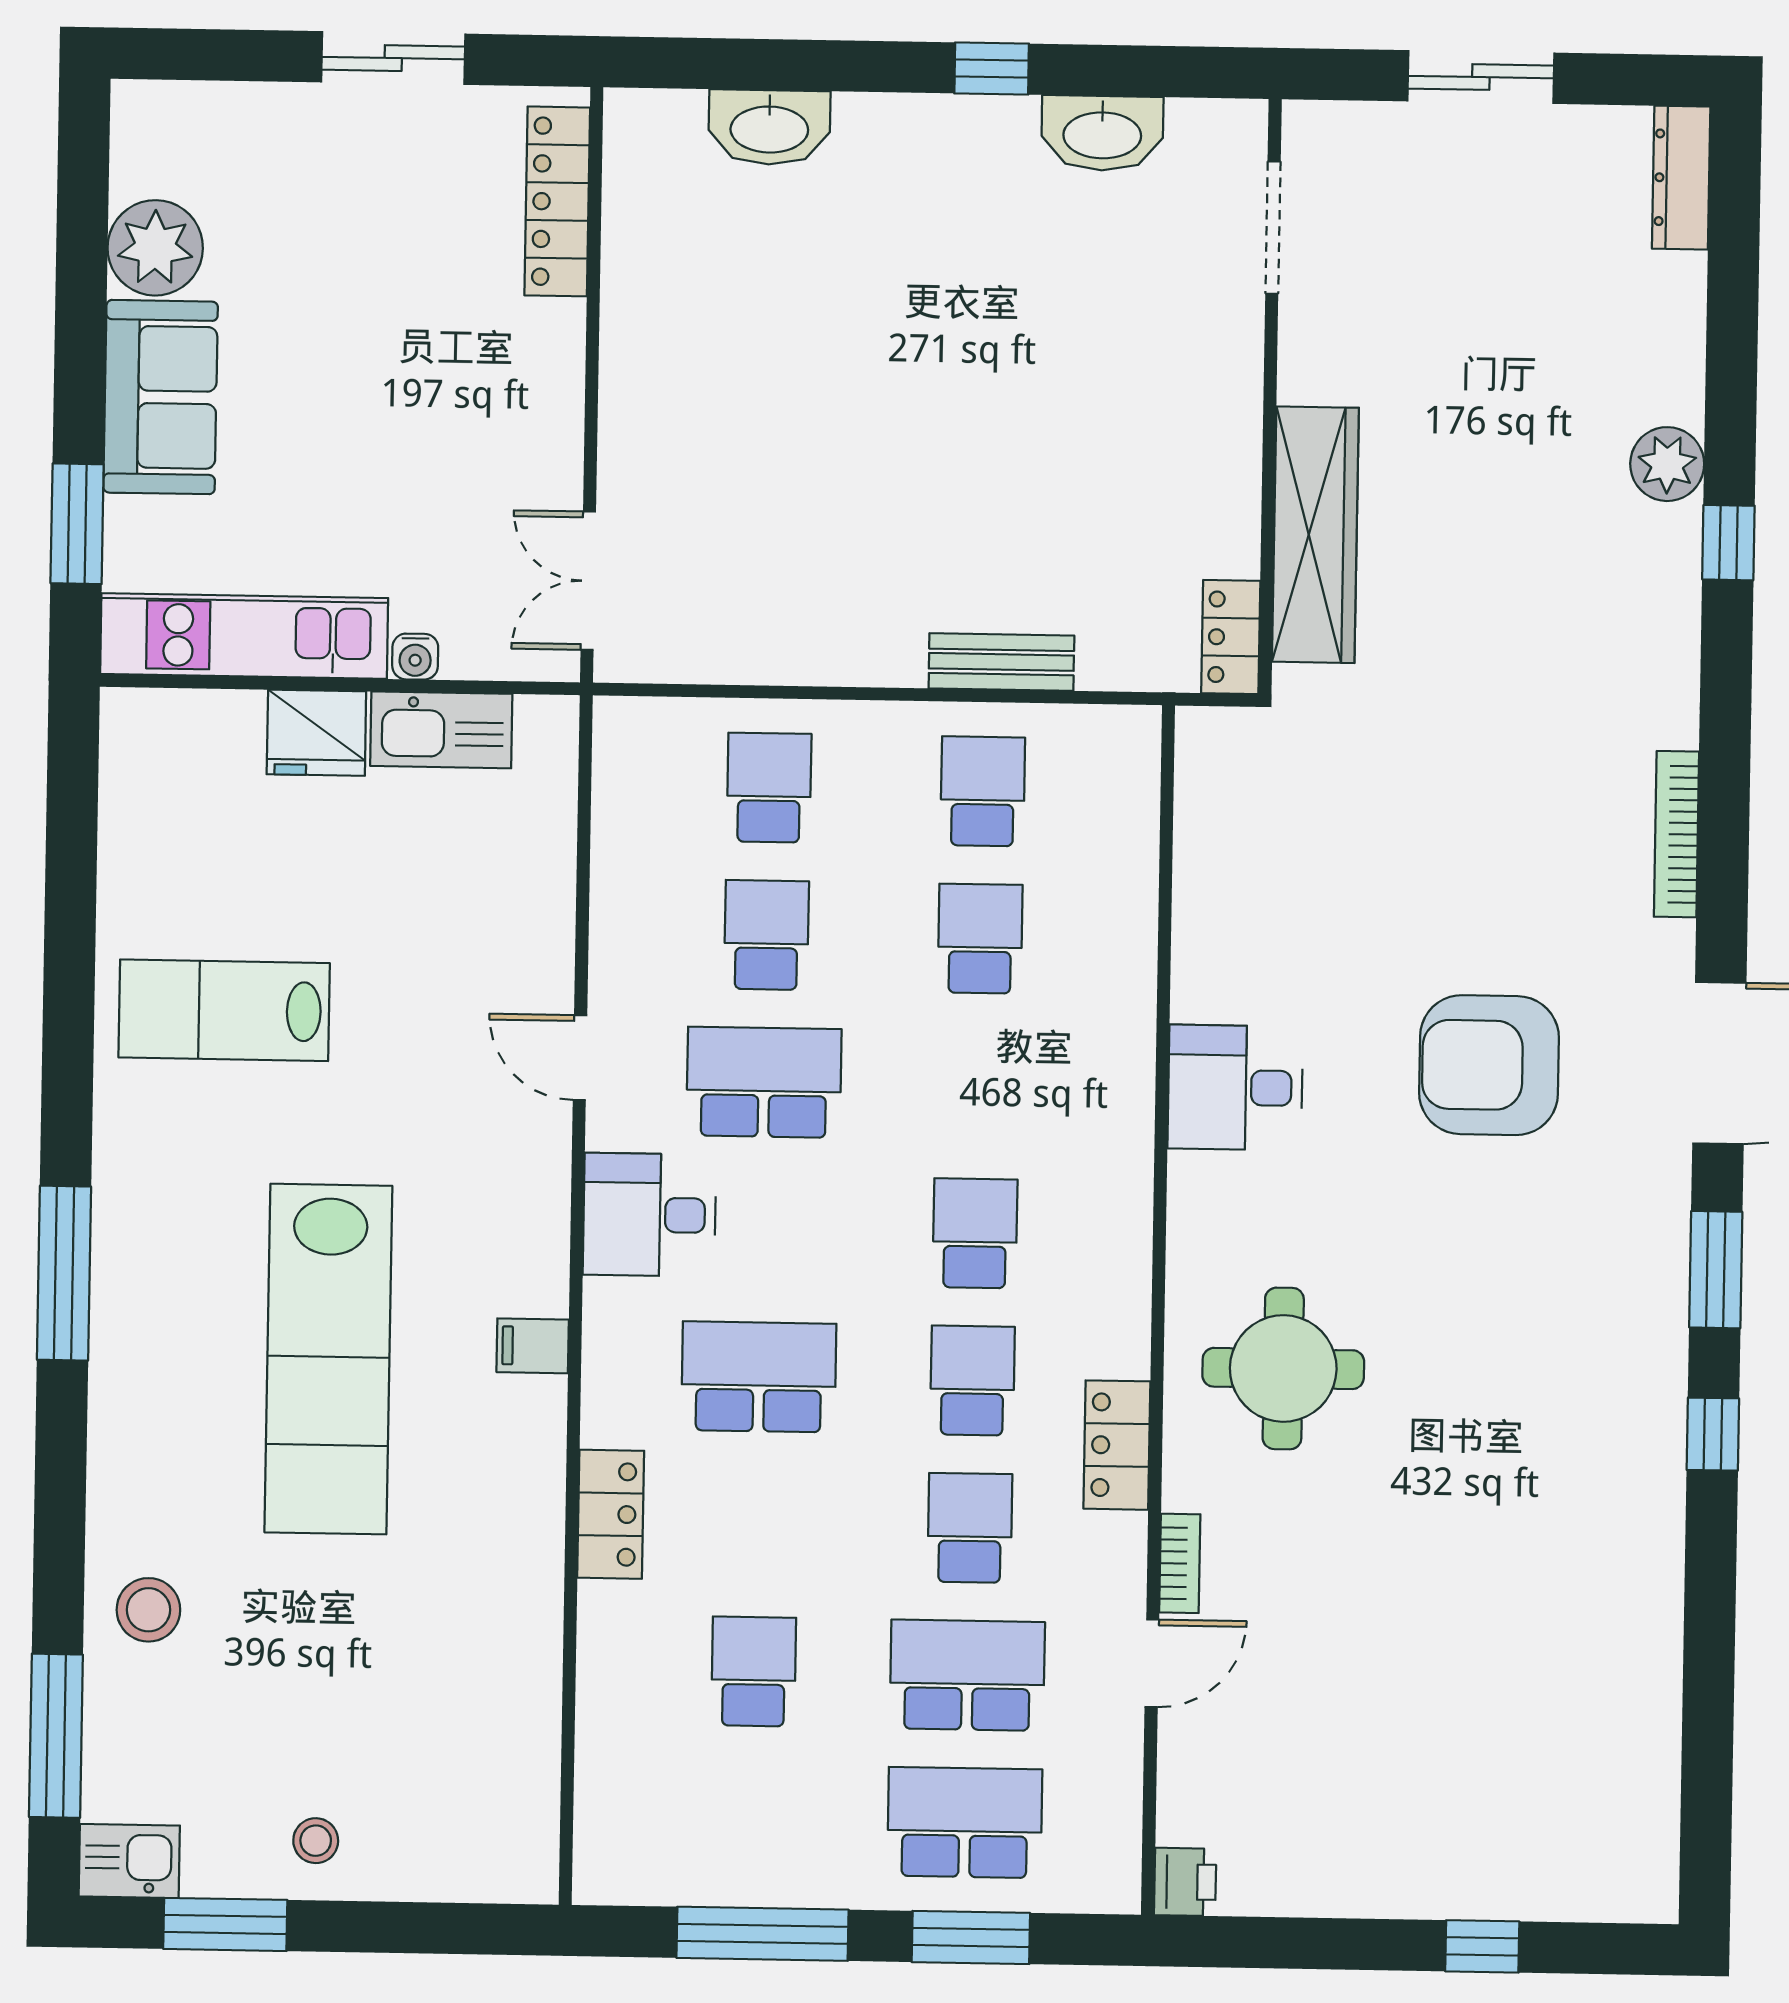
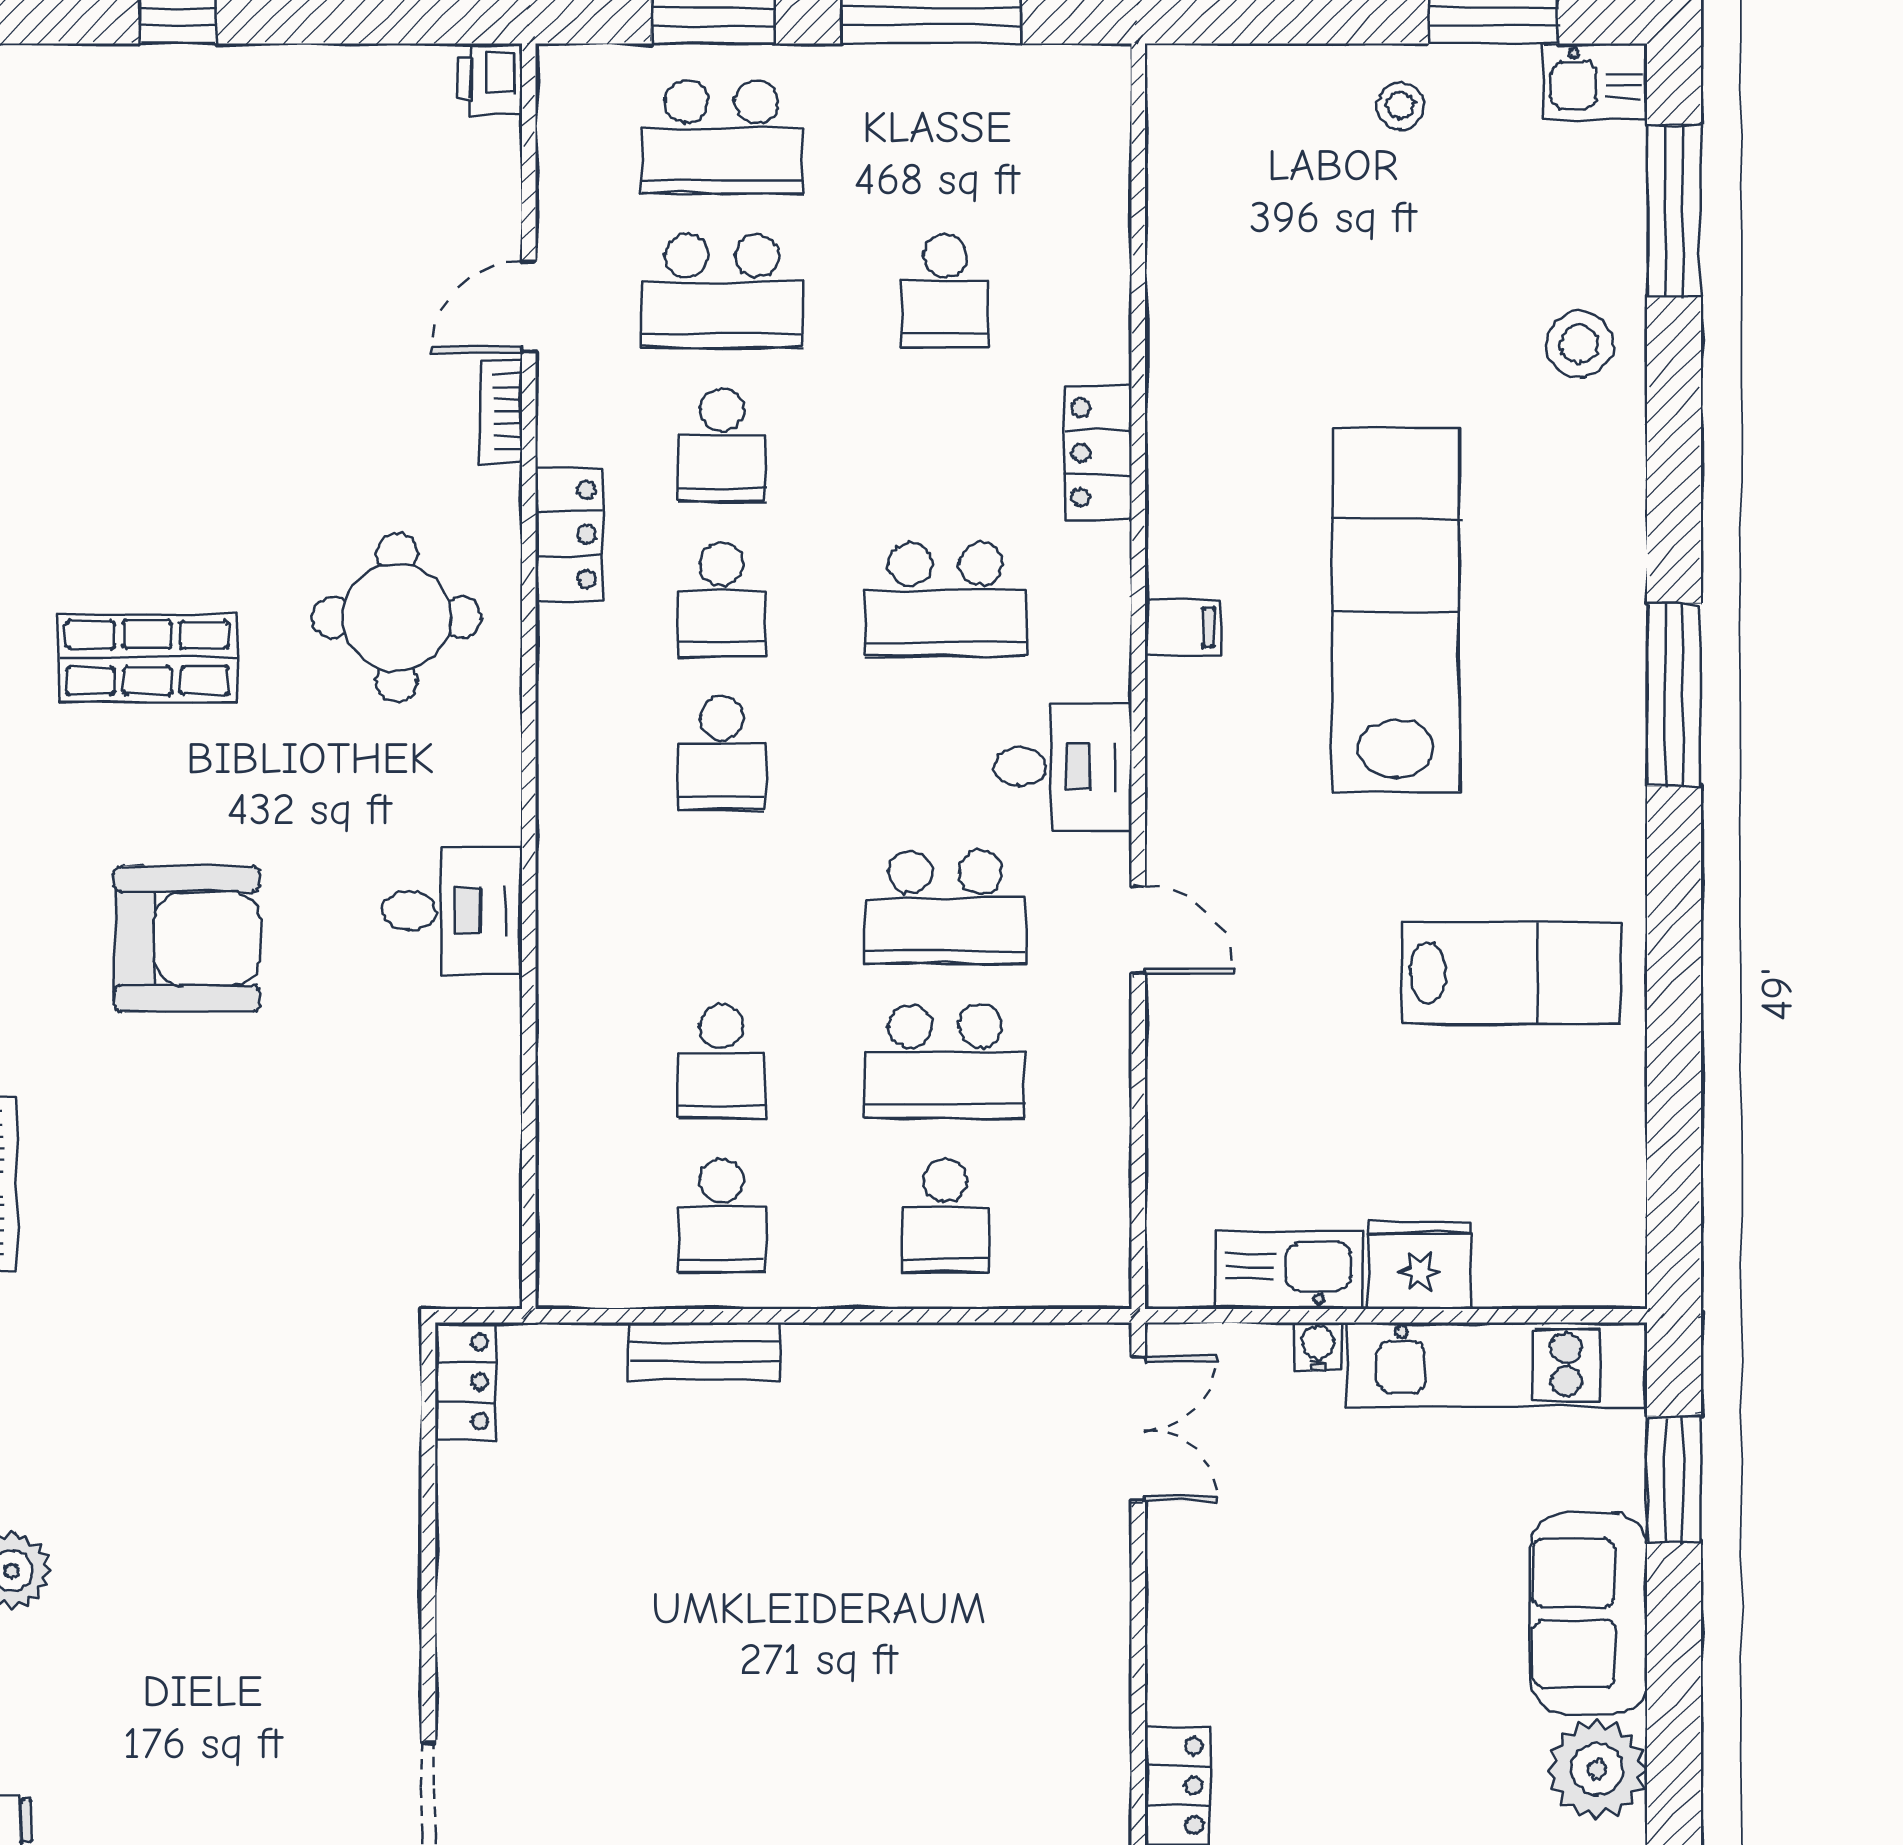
wardrobe: (1315, 535) -> (378, 1490), removed
school desk: (766, 935) -> (945, 1062), width x1.85
shop shelf: (1522, 1334) -> (147, 658), added

